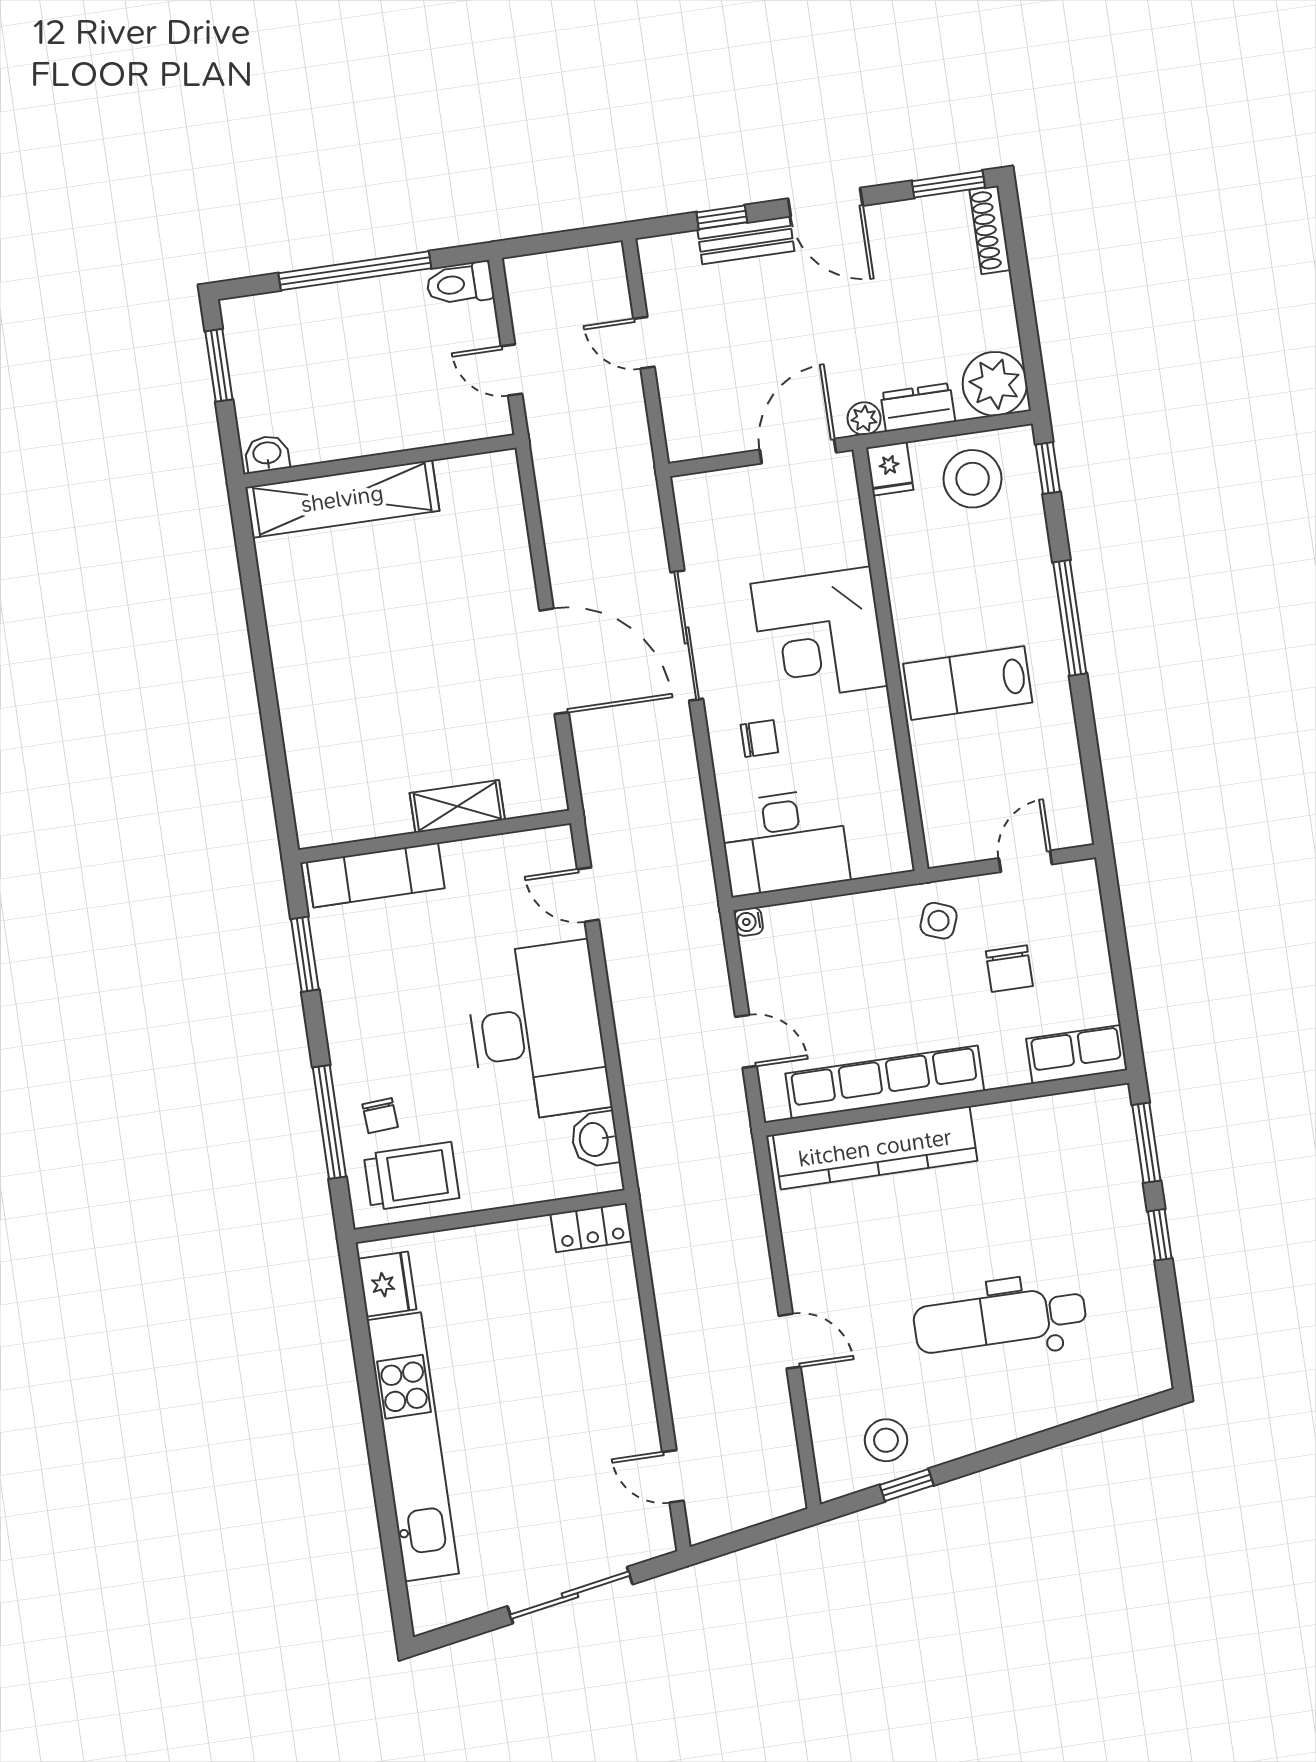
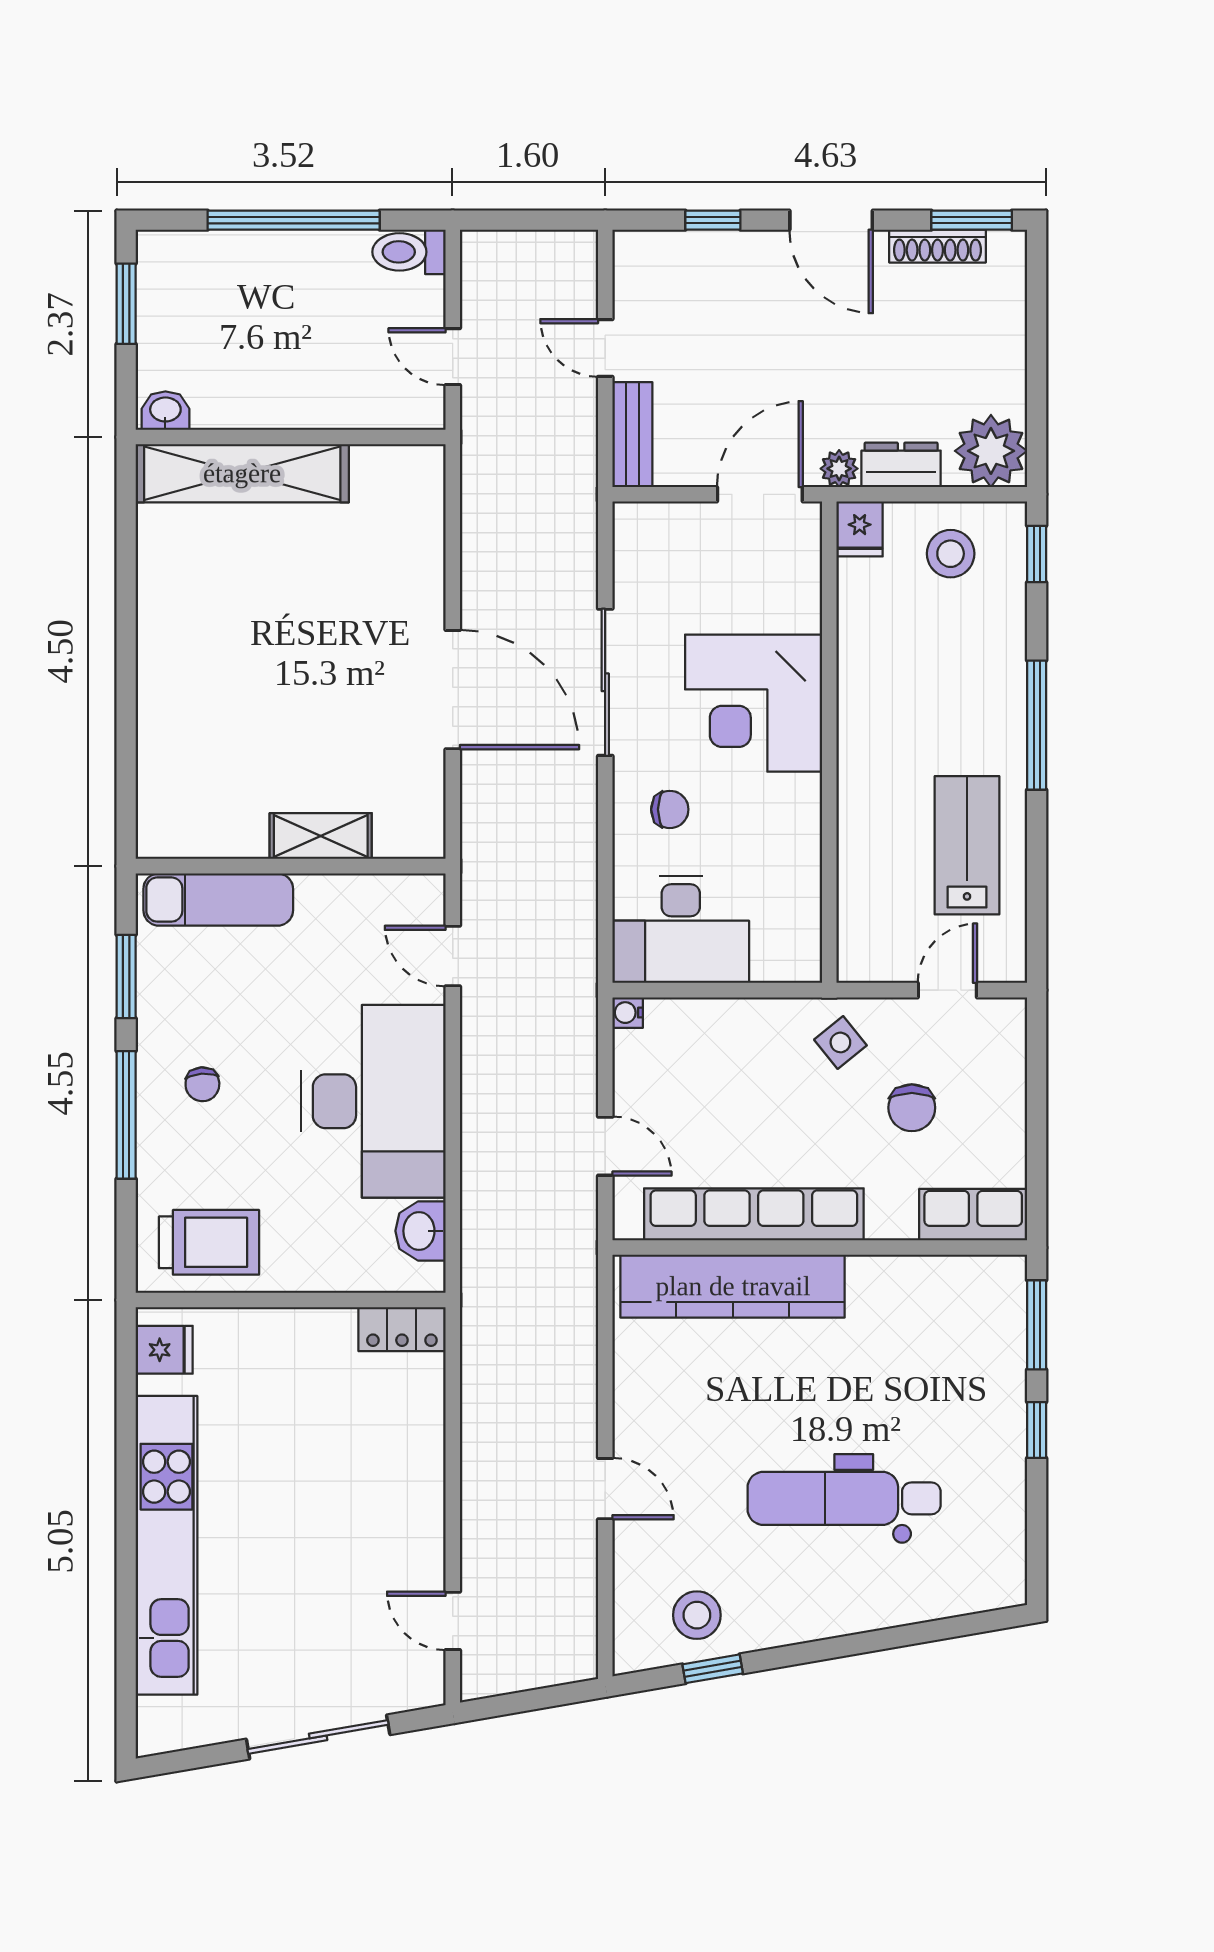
shoe rack: (990, 230) -> (937, 246), moved, turned -90
bench: (746, 240) -> (632, 435), moved, turned 90
stool: (973, 479) -> (951, 554), width x0.73, depth x0.73
lab bench: (968, 683) -> (967, 845), moved, turned 90
side table: (939, 921) -> (840, 1042), turned 30
chair: (380, 1116) -> (202, 1084), moved
window: (329, 1122) -> (126, 1115), moved
fridge: (387, 1284) -> (164, 1350), width x0.72

